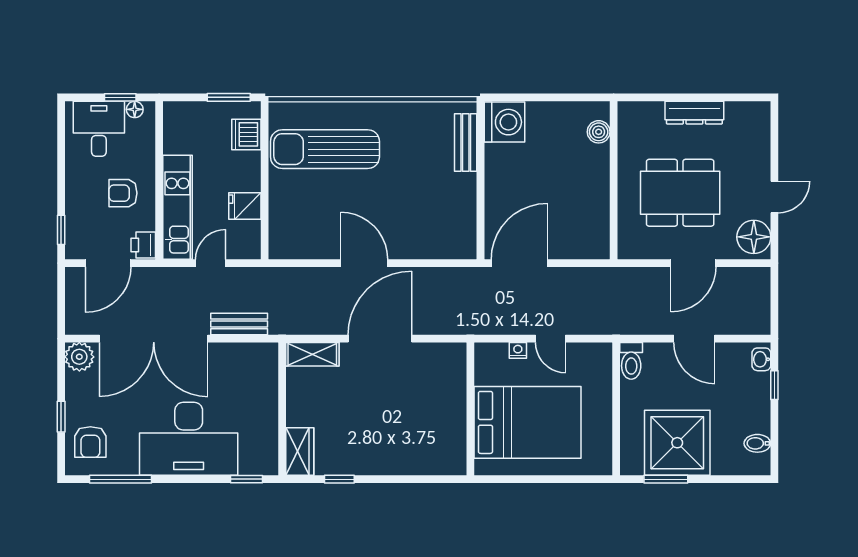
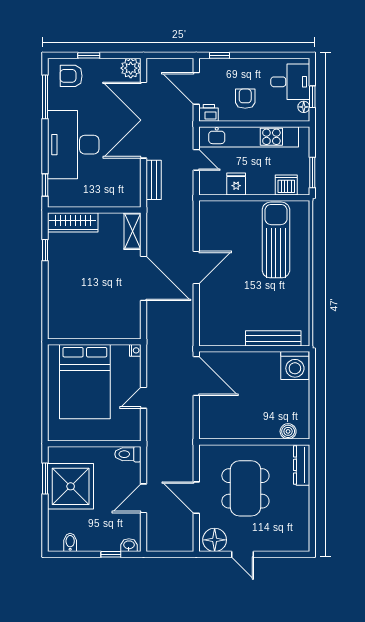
dresser: (694, 113) -> (302, 465), moved
bench: (466, 143) -> (273, 338), width x1.36
kitchen unit: (177, 207) -> (249, 137), width x1.36
nightstand: (518, 350) -> (135, 350), moved
wardrobe: (300, 452) -> (73, 222), width x1.50

